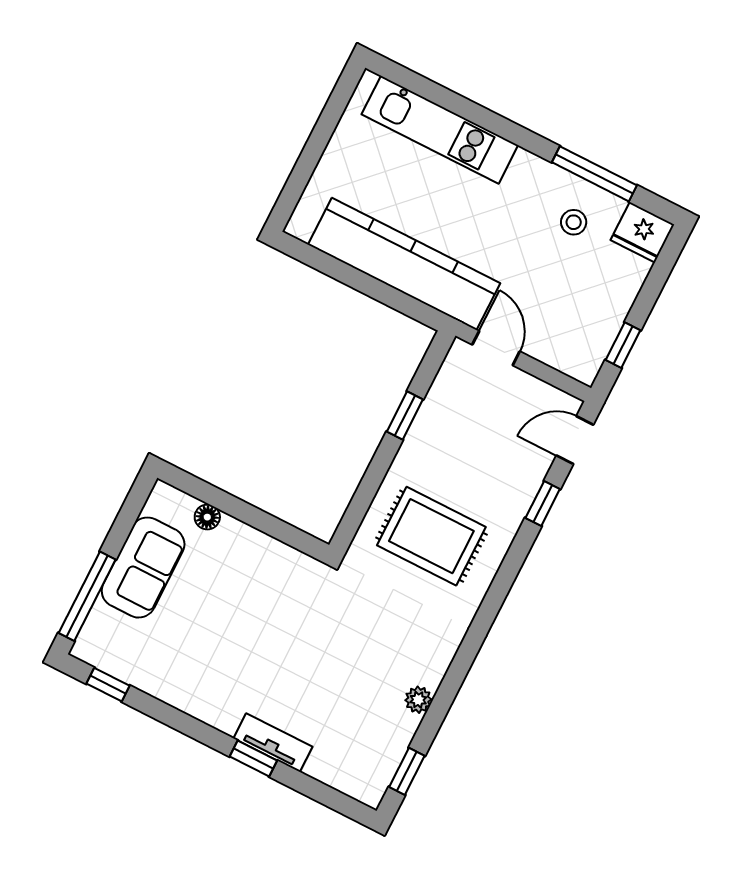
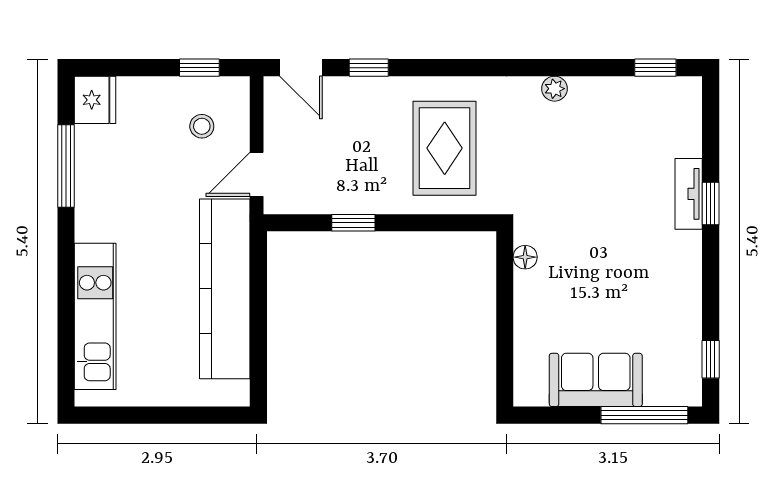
stool: (574, 222) -> (202, 126), moved
floor lamp: (207, 517) -> (525, 257), moved
plant: (418, 700) -> (555, 89), moved

